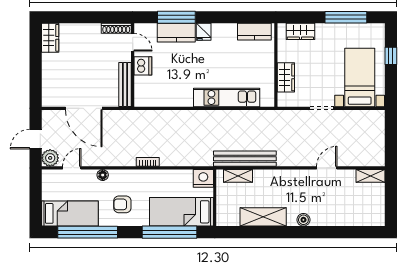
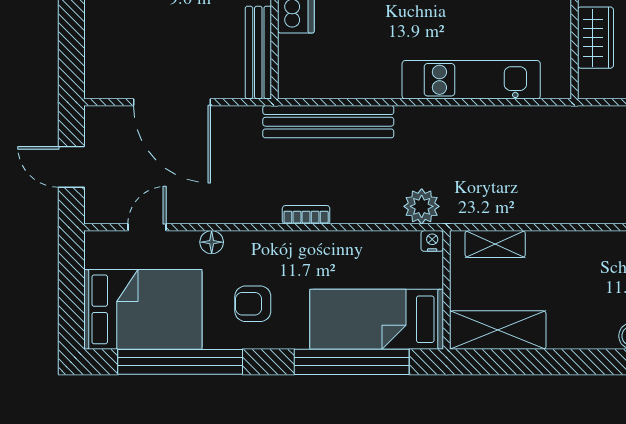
door: (36, 139) -> (71, 167), hinge flipped
plant: (50, 158) -> (422, 206), moved
bench: (245, 159) -> (328, 122), moved
nightstand: (203, 178) -> (432, 241), width x0.53, depth x0.56
bed: (70, 213) -> (143, 309), width x1.50
shelving: (263, 217) -> (498, 330), moved

